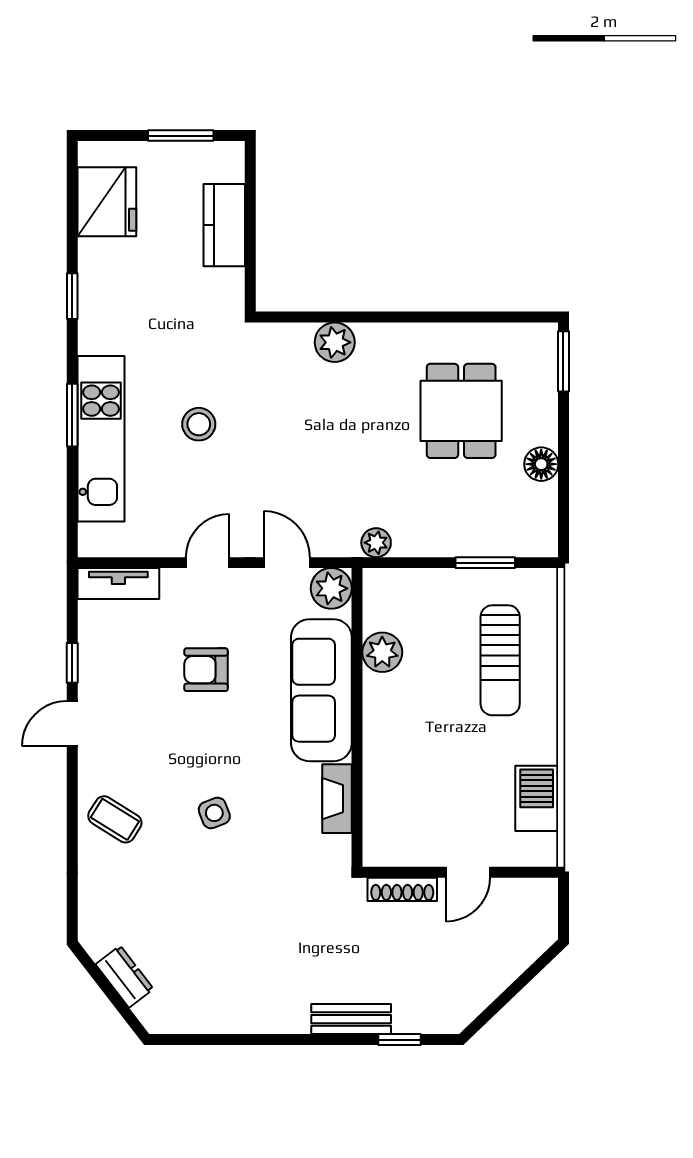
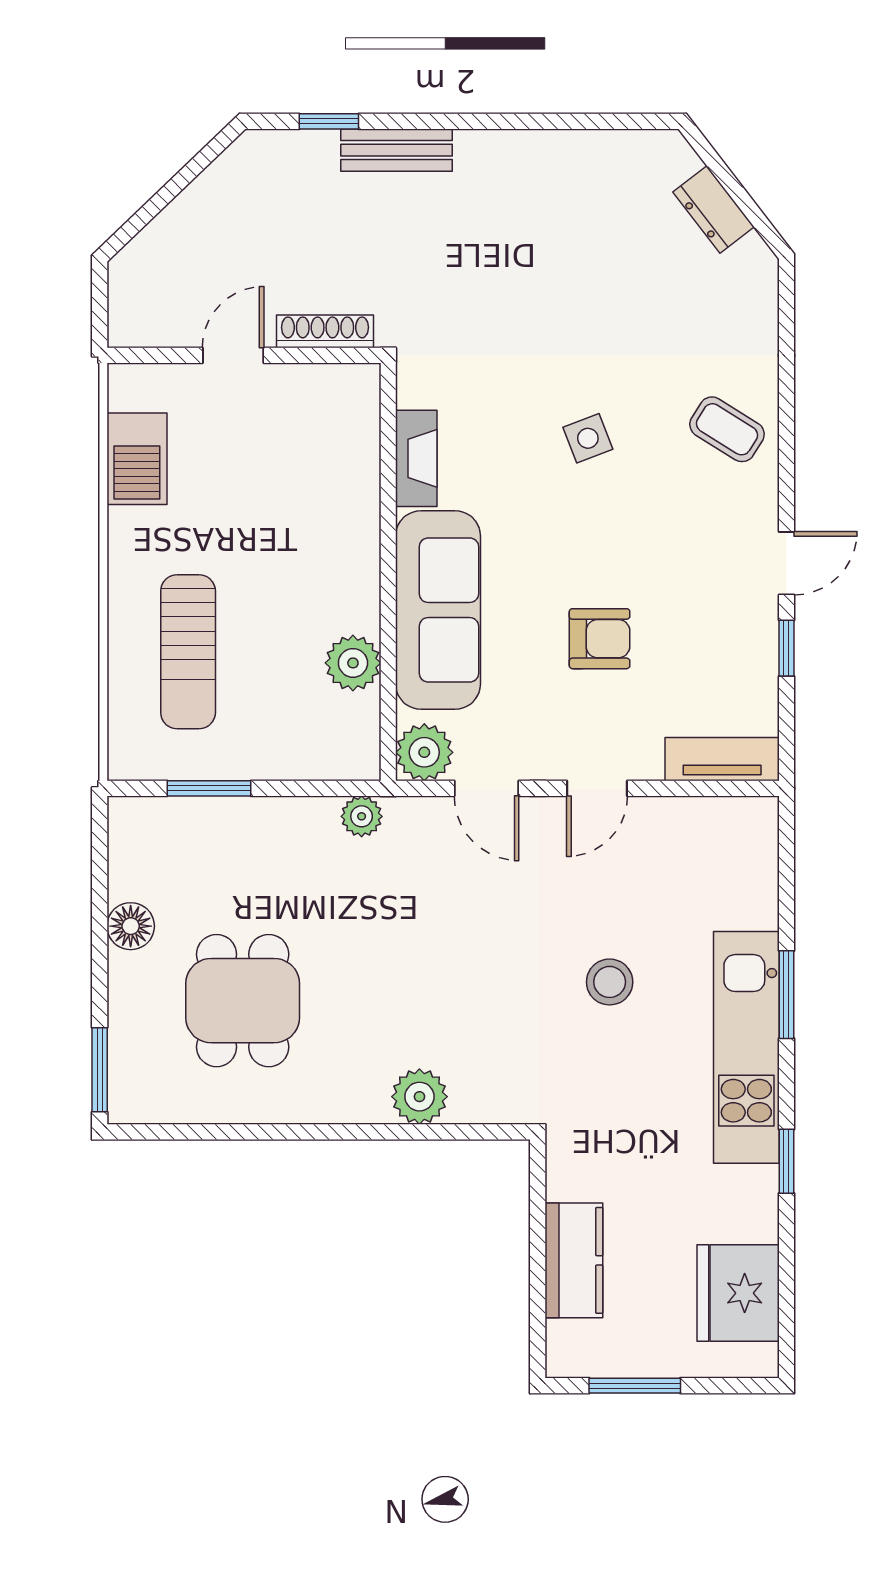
kitchen unit: (101, 439) -> (746, 1047), moved
sun lounger: (500, 660) -> (188, 652), turned 180

